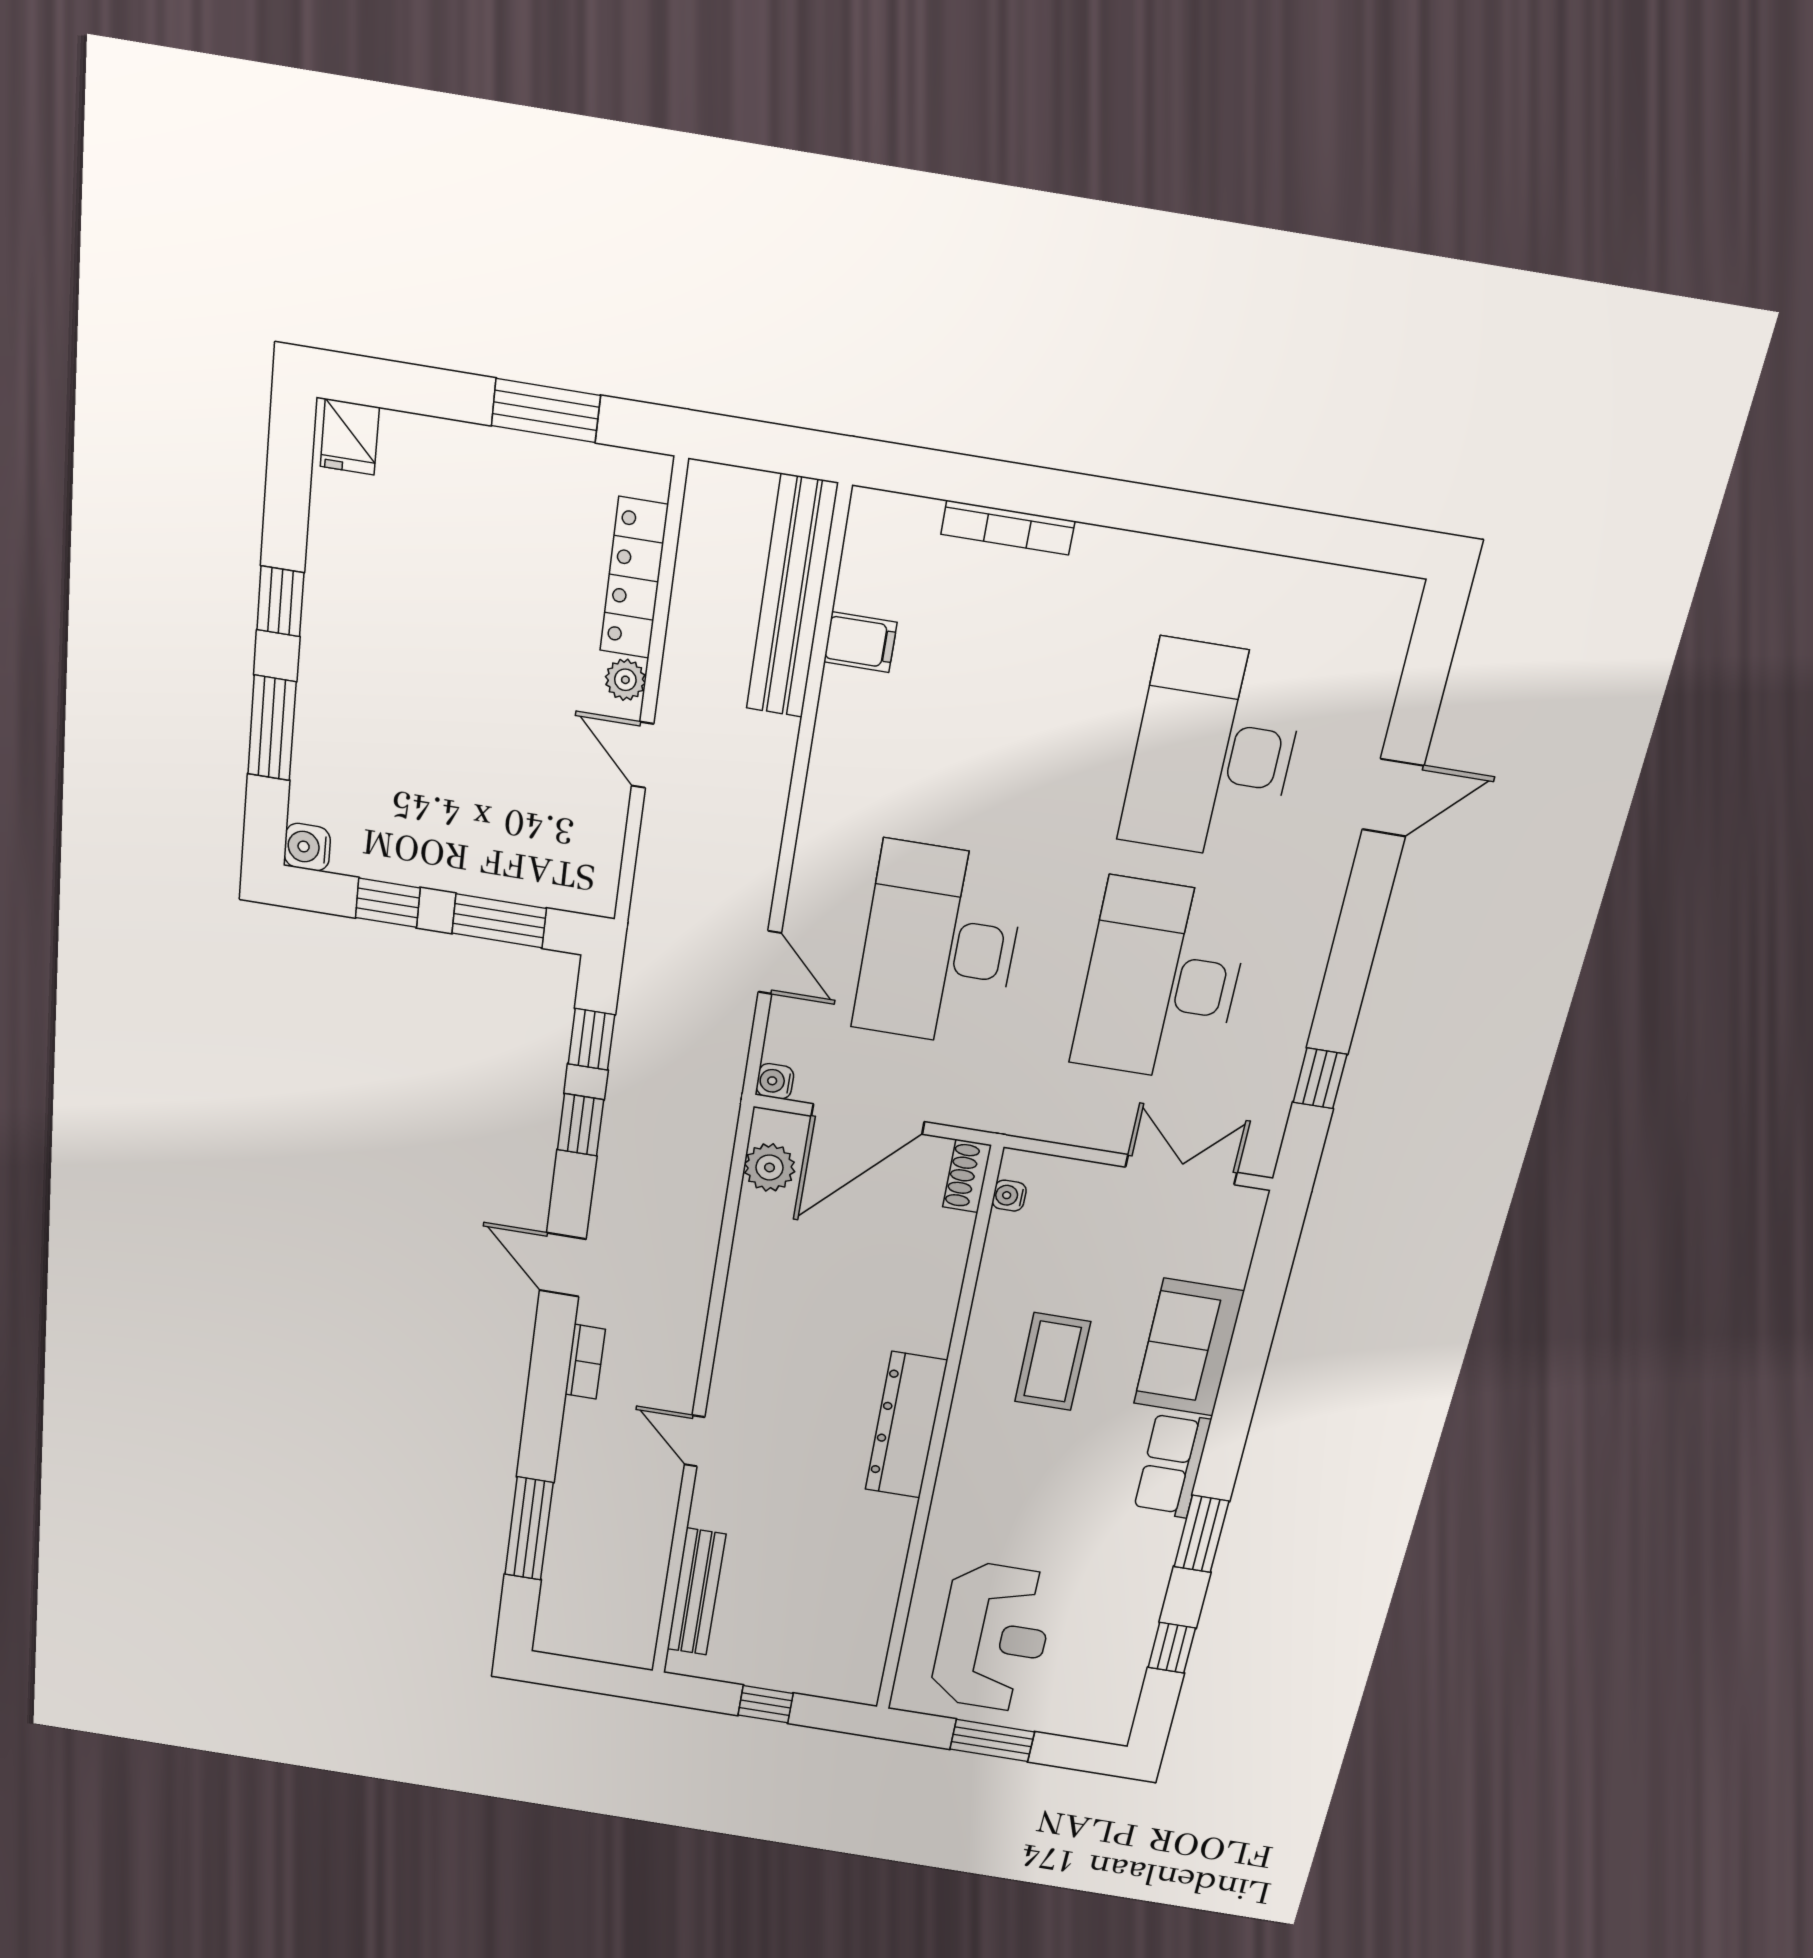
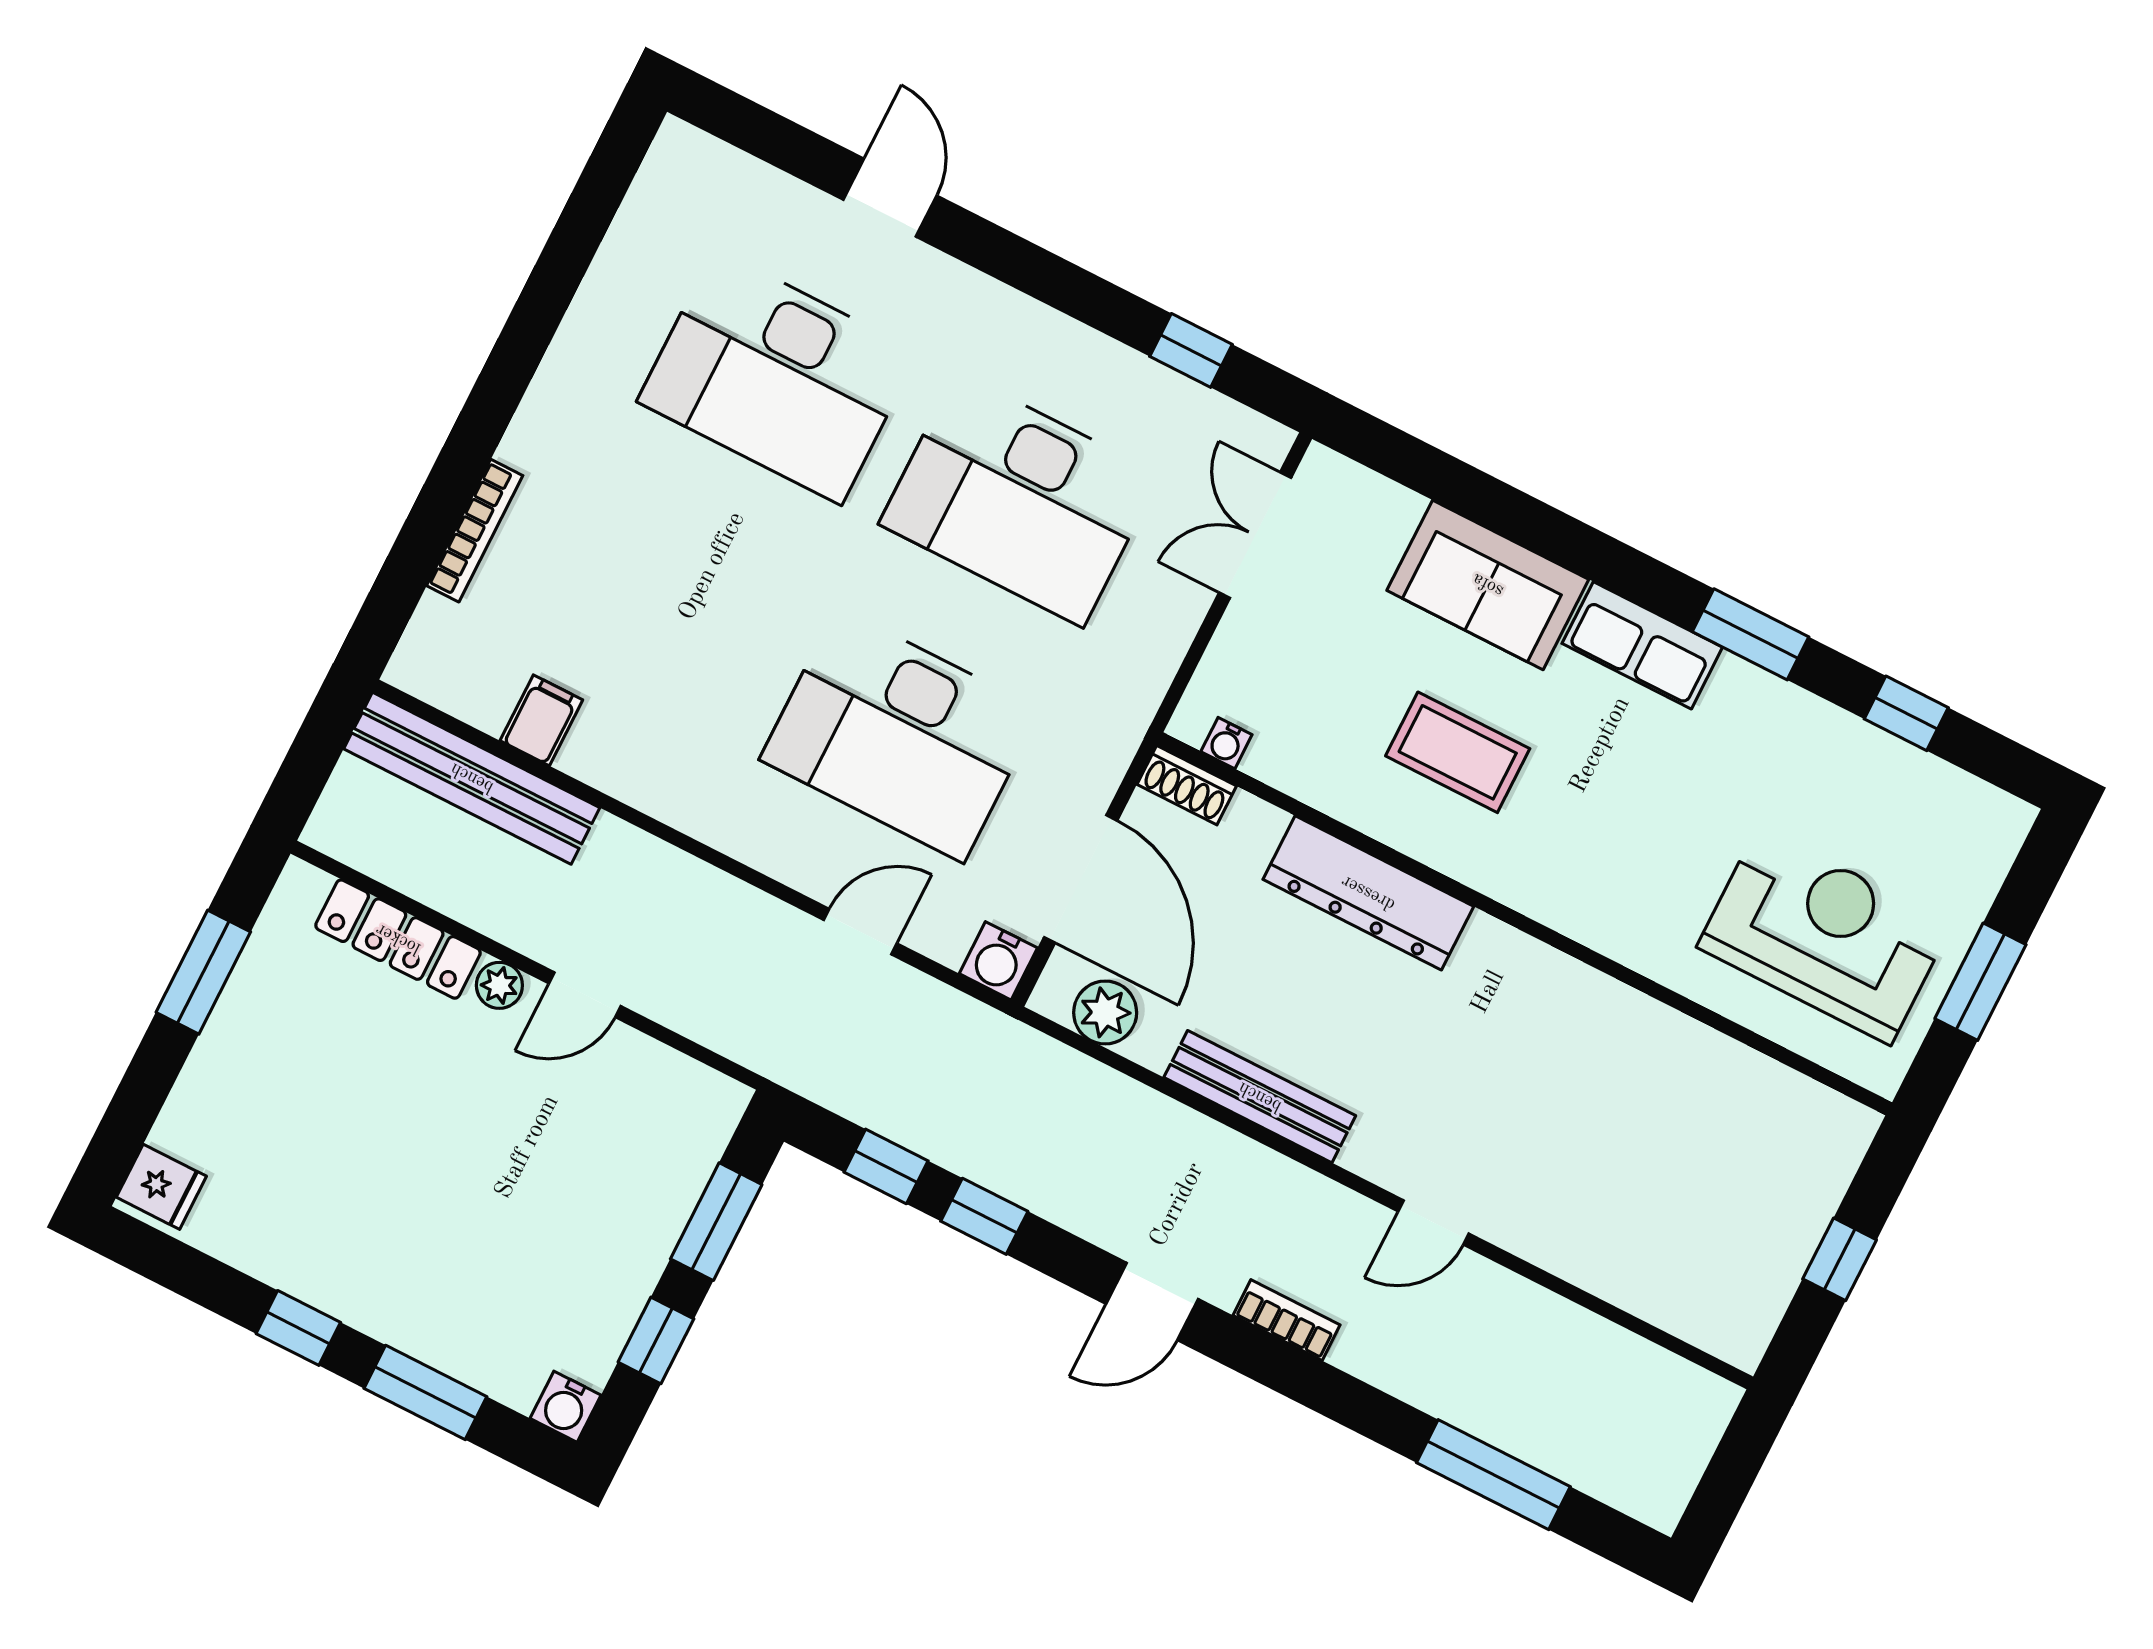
water cooler: (775, 1081) -> (998, 961), width x1.38, depth x1.38
dresser: (906, 1425) -> (1368, 893), moved
bench: (696, 1592) -> (1260, 1097), moved

